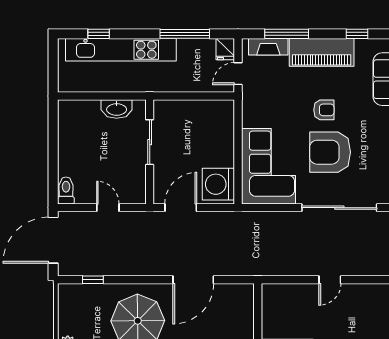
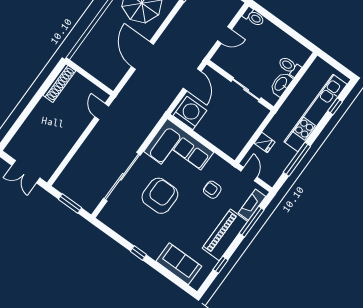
fridge: (225, 49) -> (264, 143), moved, turned 180
armchair: (324, 110) -> (212, 190), moved, turned 90
toilet: (91, 114) -> (289, 66), added
door: (330, 280) -> (102, 112), moved

